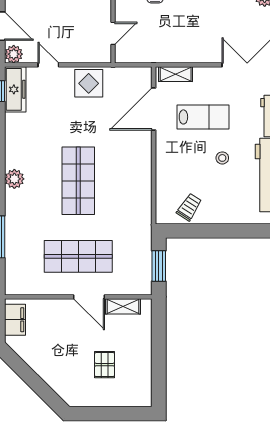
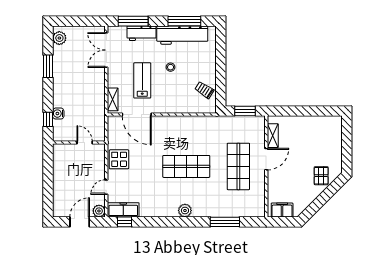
pallet: (105, 365) -> (321, 176), moved, turned 90

